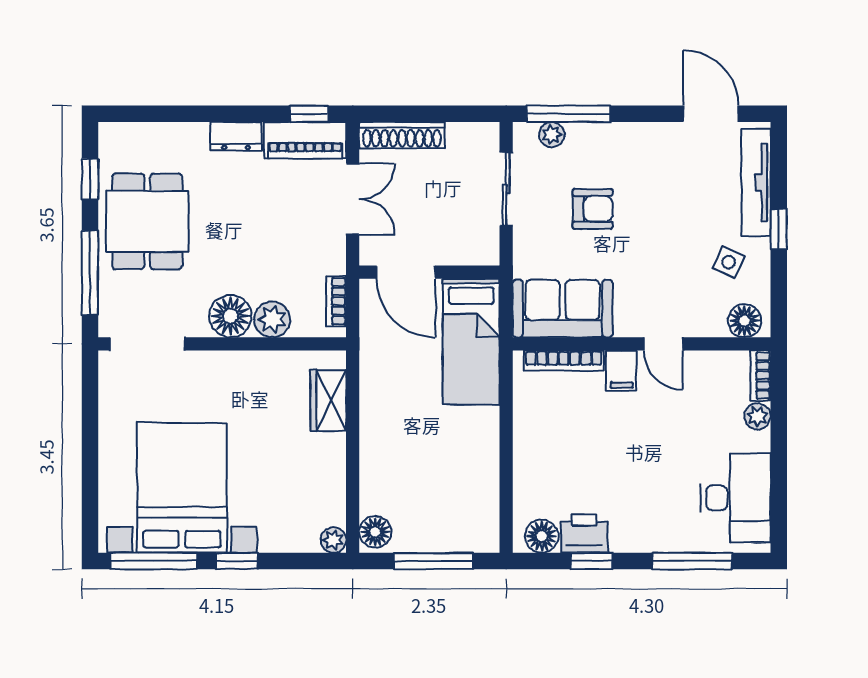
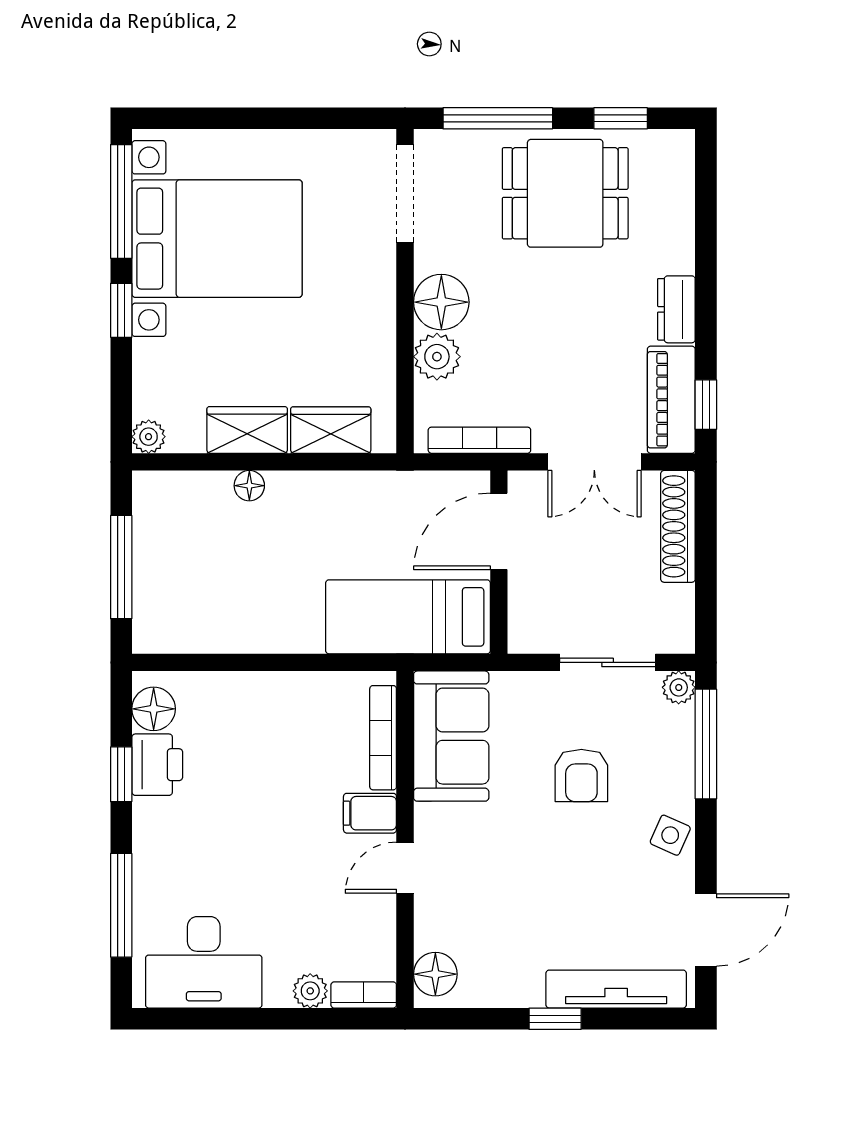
plant: (552, 135) -> (679, 687), moved
side table: (729, 262) -> (670, 835), moved
bookcase: (336, 301) -> (479, 440), width x1.56
wardrobe: (328, 465) -> (247, 430), added
floor lamp: (375, 532) -> (249, 486), moved, width x0.73, depth x0.73

